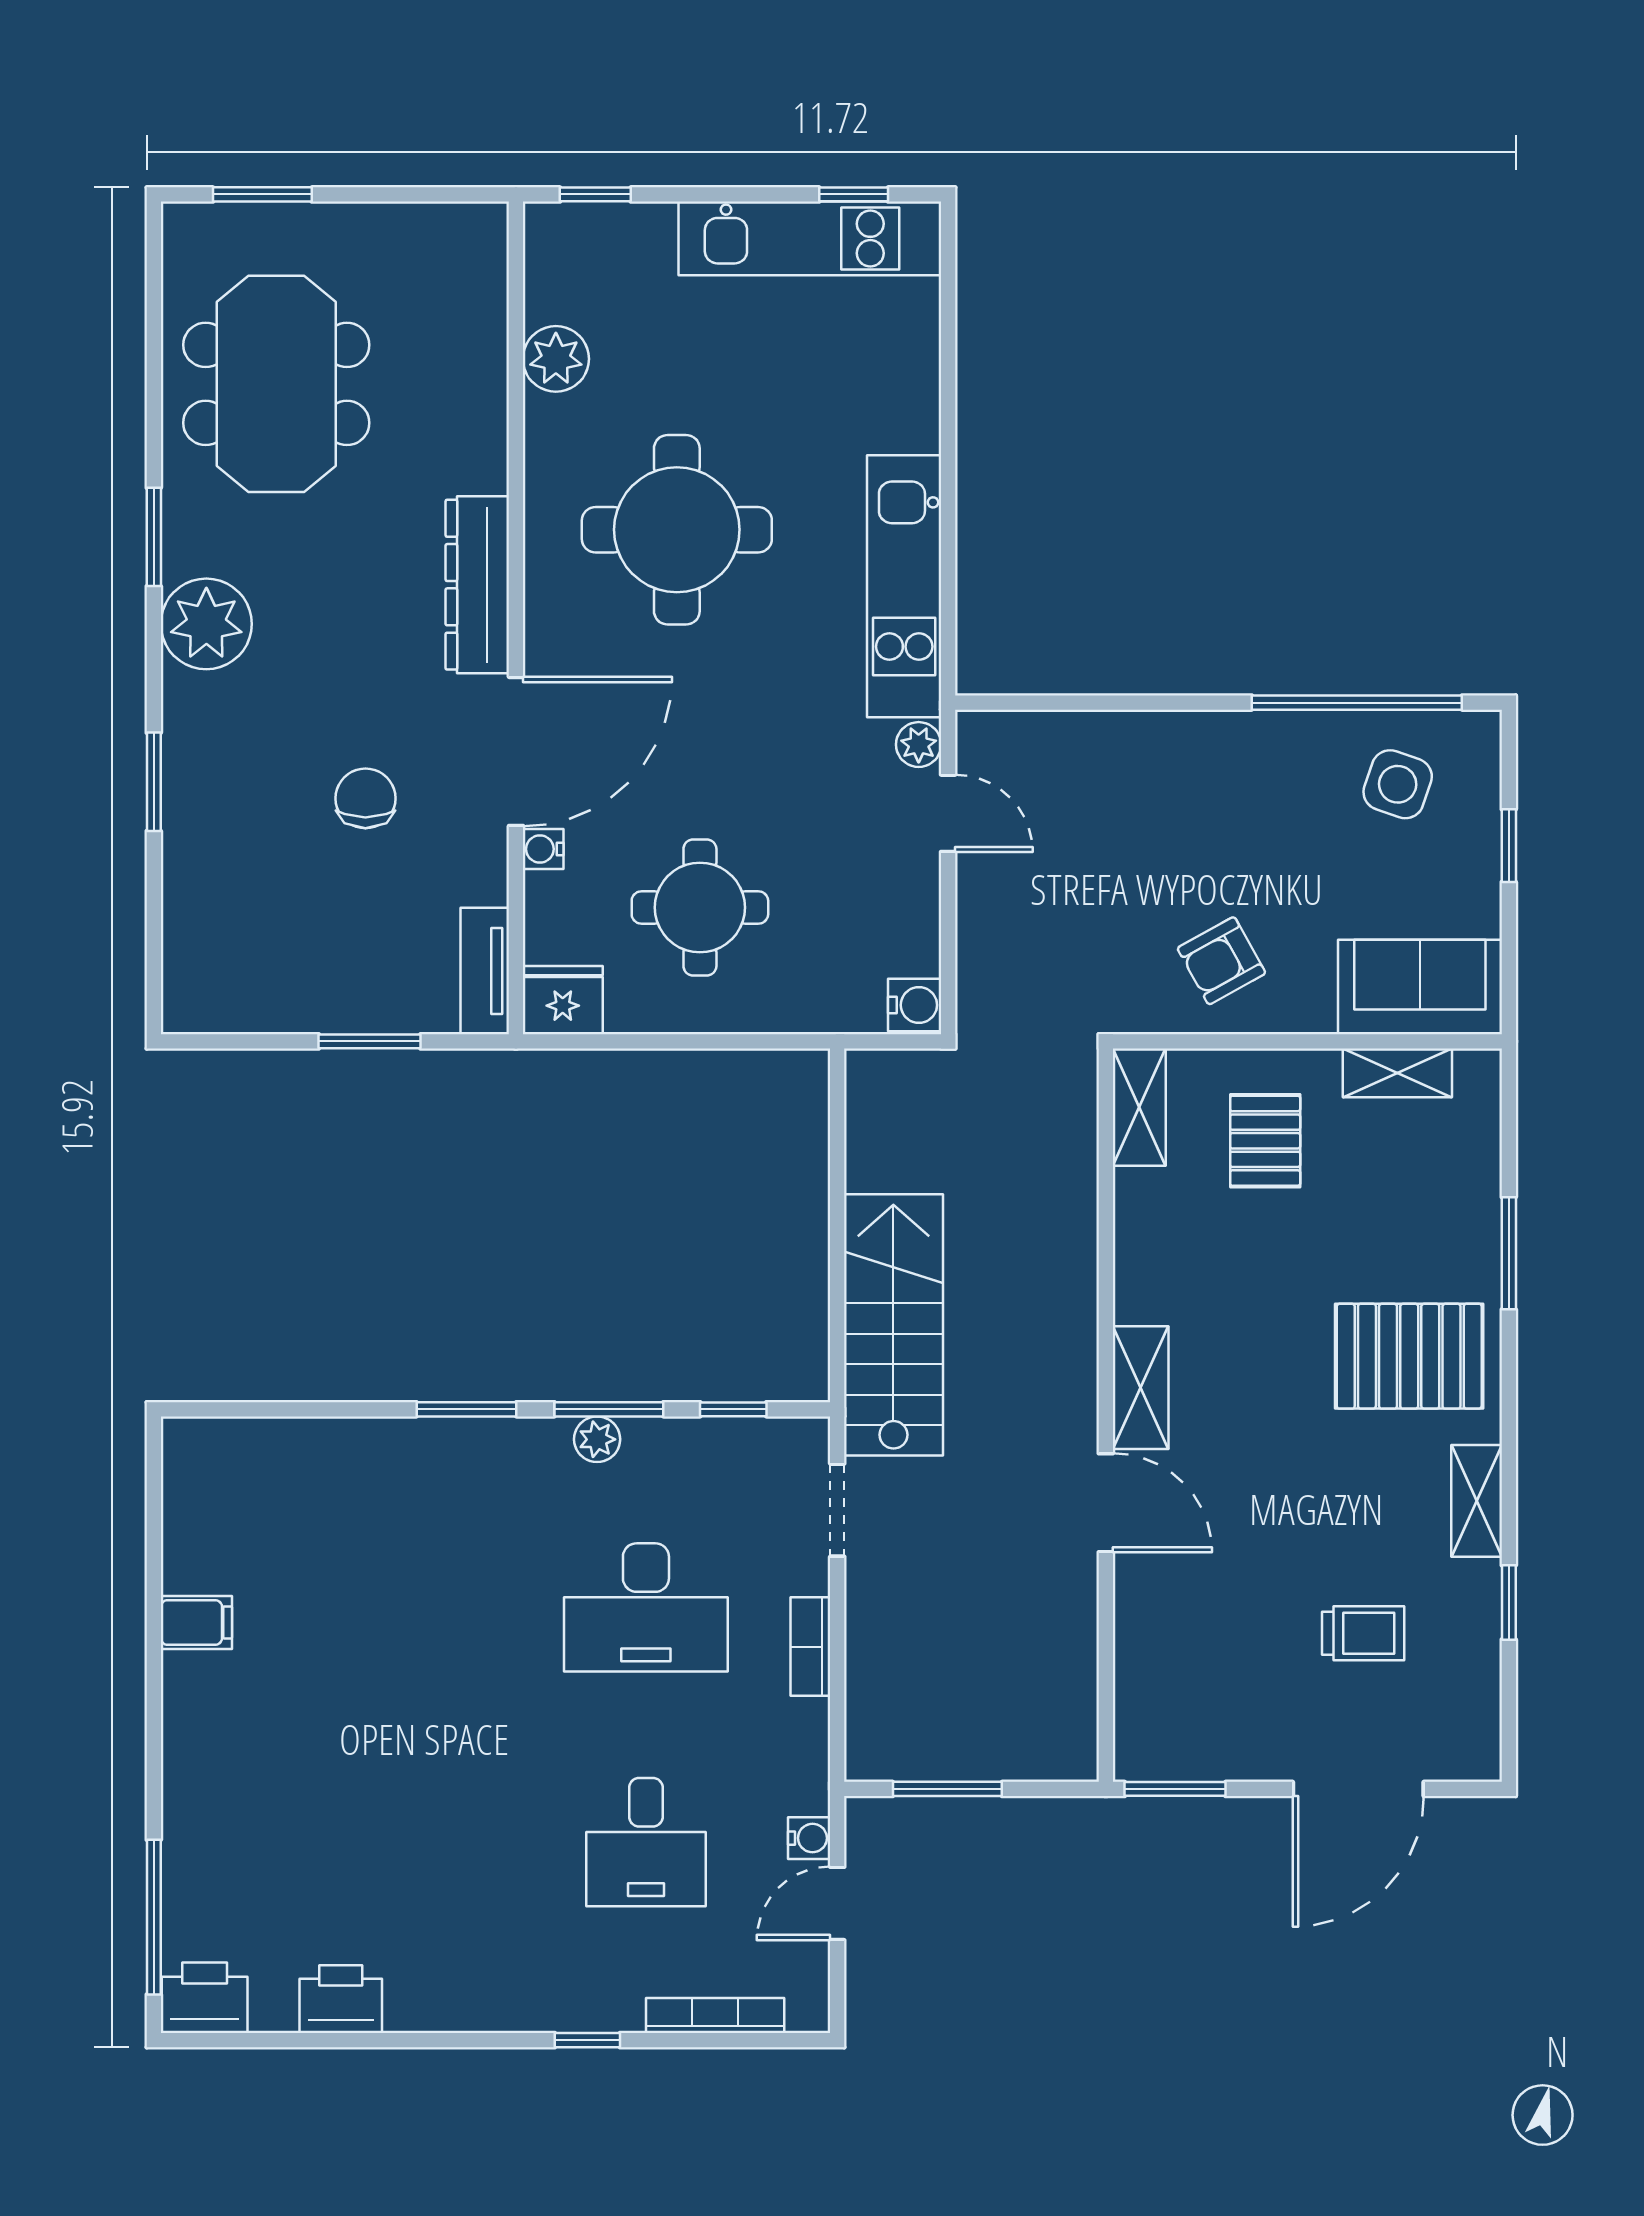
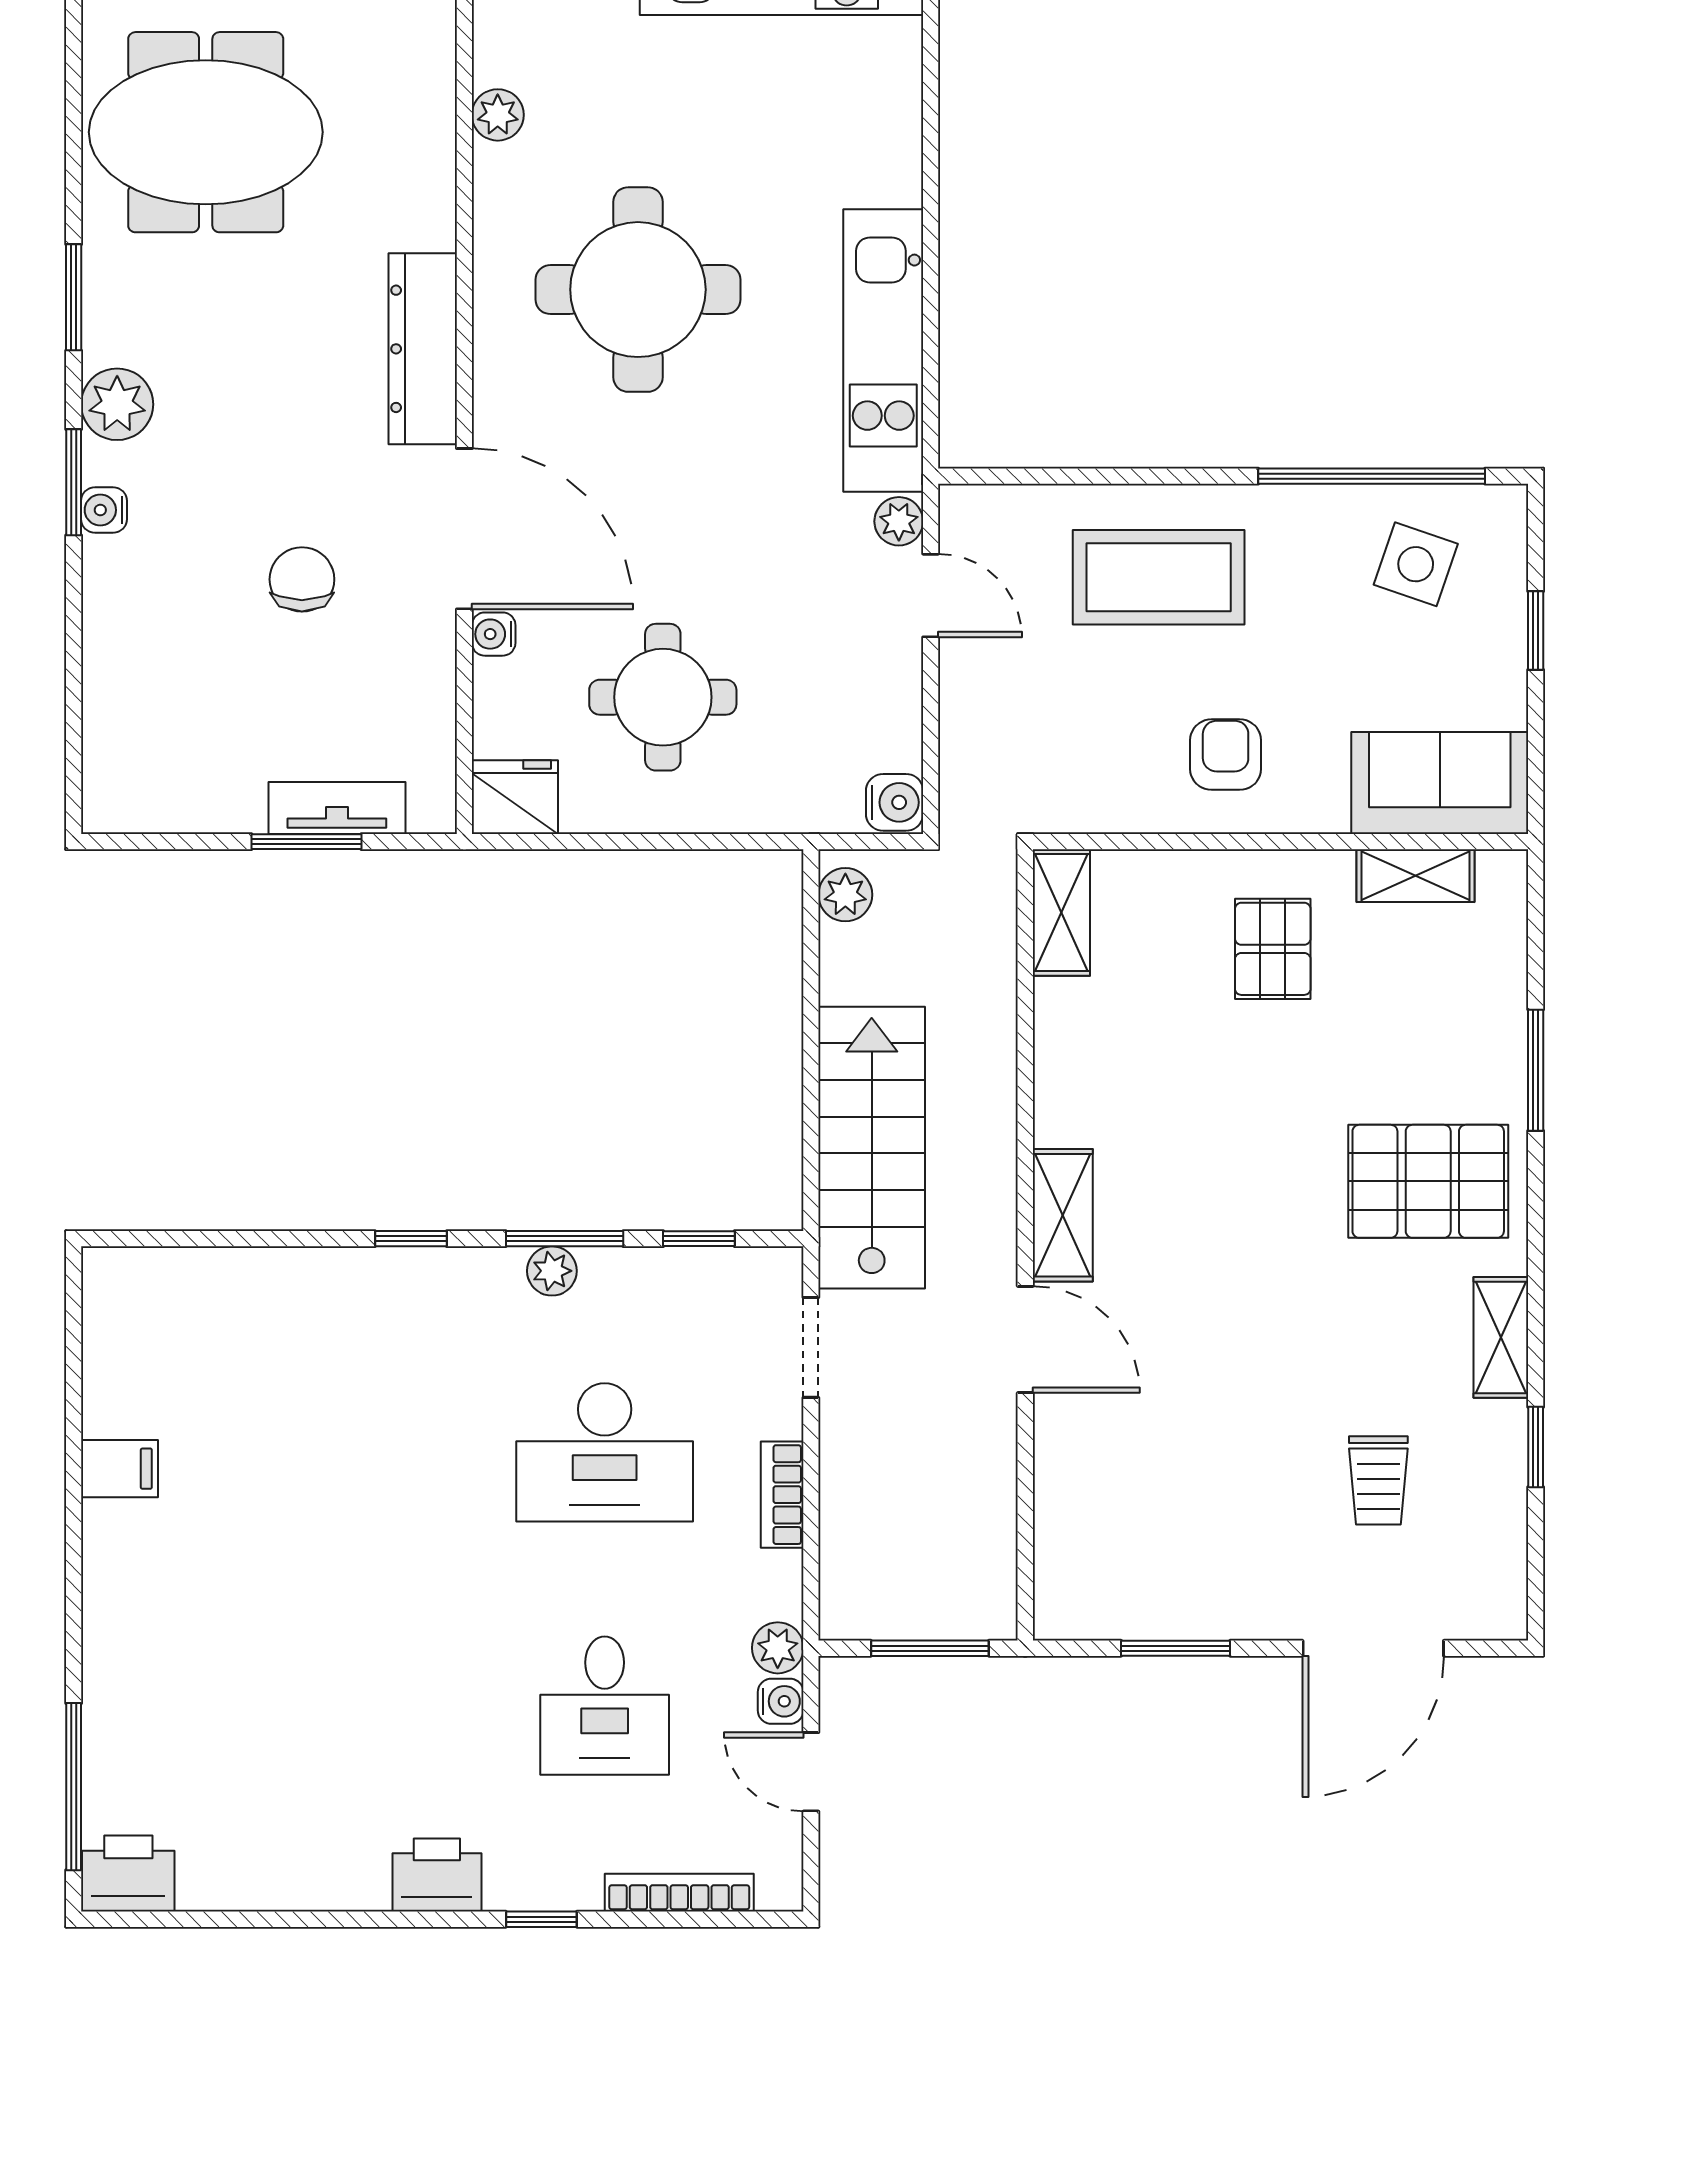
plant: (556, 359) -> (498, 115), width x0.73, depth x0.73
meeting table: (276, 384) -> (206, 132), turned 90
plant: (206, 624) -> (117, 404), width x0.73, depth x0.73
water cooler: (182, 734) -> (104, 510), added
door: (516, 751) -> (464, 529), hinge flipped
window: (154, 782) -> (74, 482), moved
coffee table: (1159, 796) -> (1159, 577), added
armchair: (1221, 961) -> (1226, 755), turned 119
tv unit: (485, 971) -> (337, 808), moved, turned 90
plant: (869, 1091) -> (845, 895), added
shelving: (1139, 1107) -> (1061, 913), moved
shelving: (1141, 1388) -> (1063, 1215), moved
window: (466, 1409) -> (411, 1239), width x0.67
wall: (1106, 1415) -> (1025, 1245), moved
door: (1106, 1503) -> (1025, 1339), moved
trolley: (1363, 1633) -> (1378, 1480), turned 90
plant: (806, 1789) -> (778, 1648), added
door: (837, 1903) -> (811, 1772), hinge flipped
printer: (341, 1999) -> (437, 1875), moved

